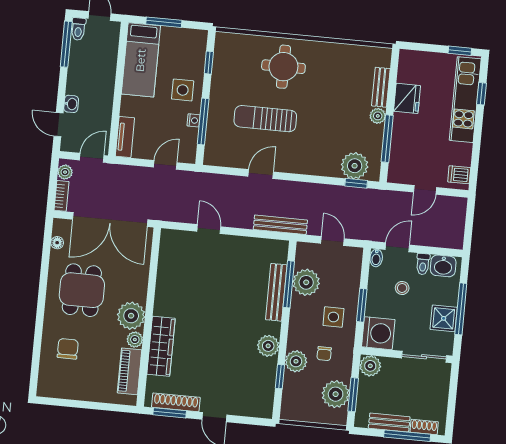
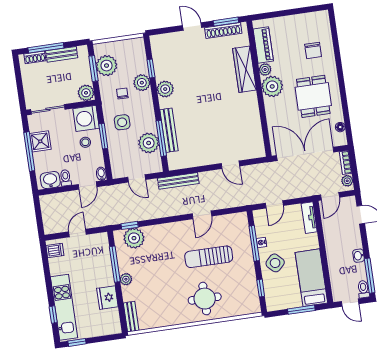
bench: (381, 87) -> (131, 317), moved
side table: (183, 90) -> (275, 263), turned 45
washbasin: (71, 104) -> (359, 256), moved
sun lounger: (265, 119) -> (209, 257), turned 180
stool: (402, 288) -> (85, 142), moved

